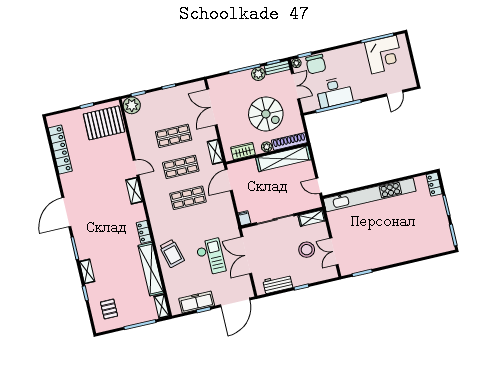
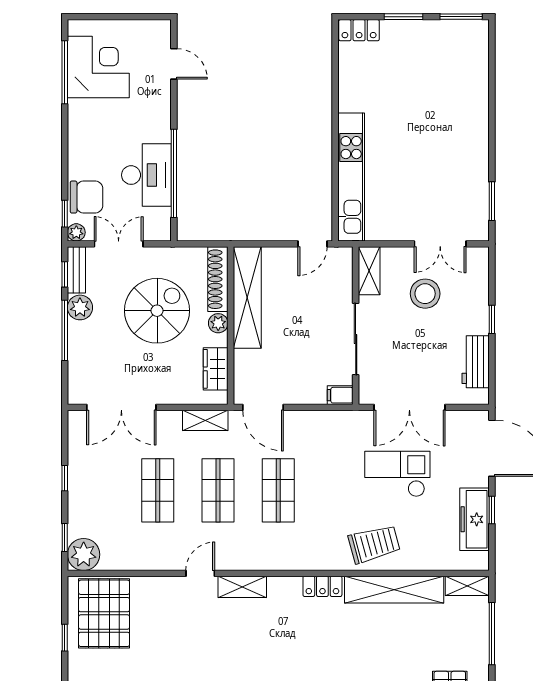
kitchen unit: (370, 195) -> (351, 177), width x0.73

